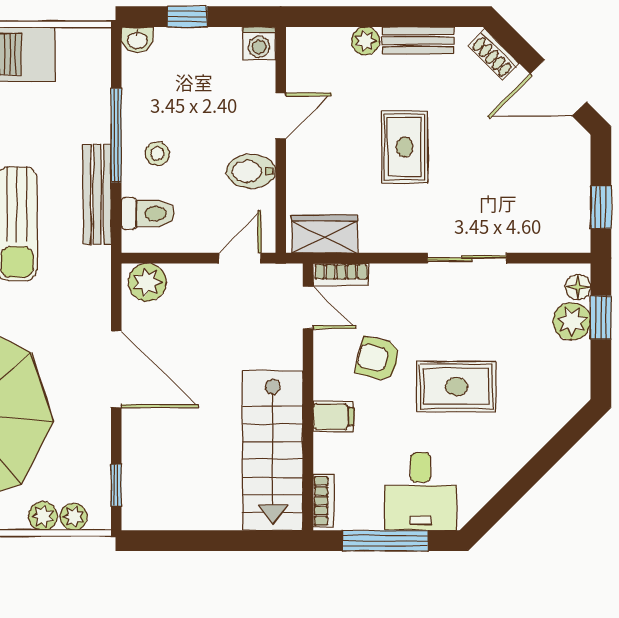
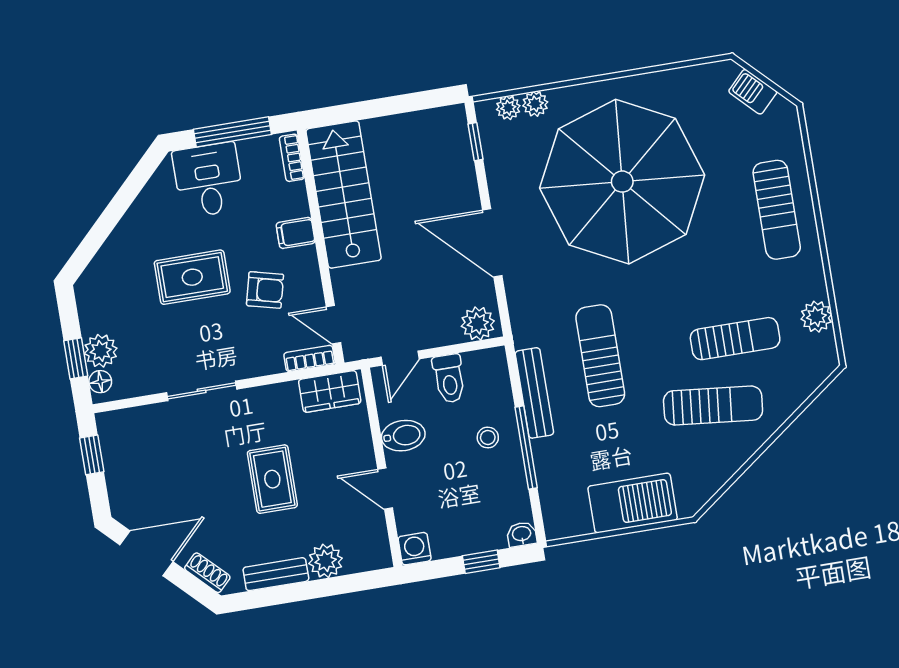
plant: (366, 41) -> (326, 561), width x1.38, depth x1.38
door: (281, 116) -> (385, 489), hinge flipped
toilet: (148, 213) -> (449, 378), moved, turned -90

